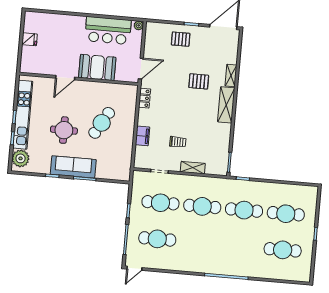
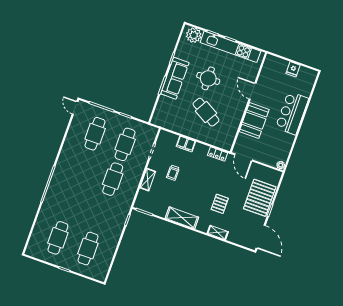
bar counter: (108, 30) -> (292, 113), moved
pallet: (181, 39) -> (260, 198), width x2.05, depth x2.00
shelving: (226, 105) -> (182, 218), moved
cafe table: (244, 210) -> (100, 214), removed

